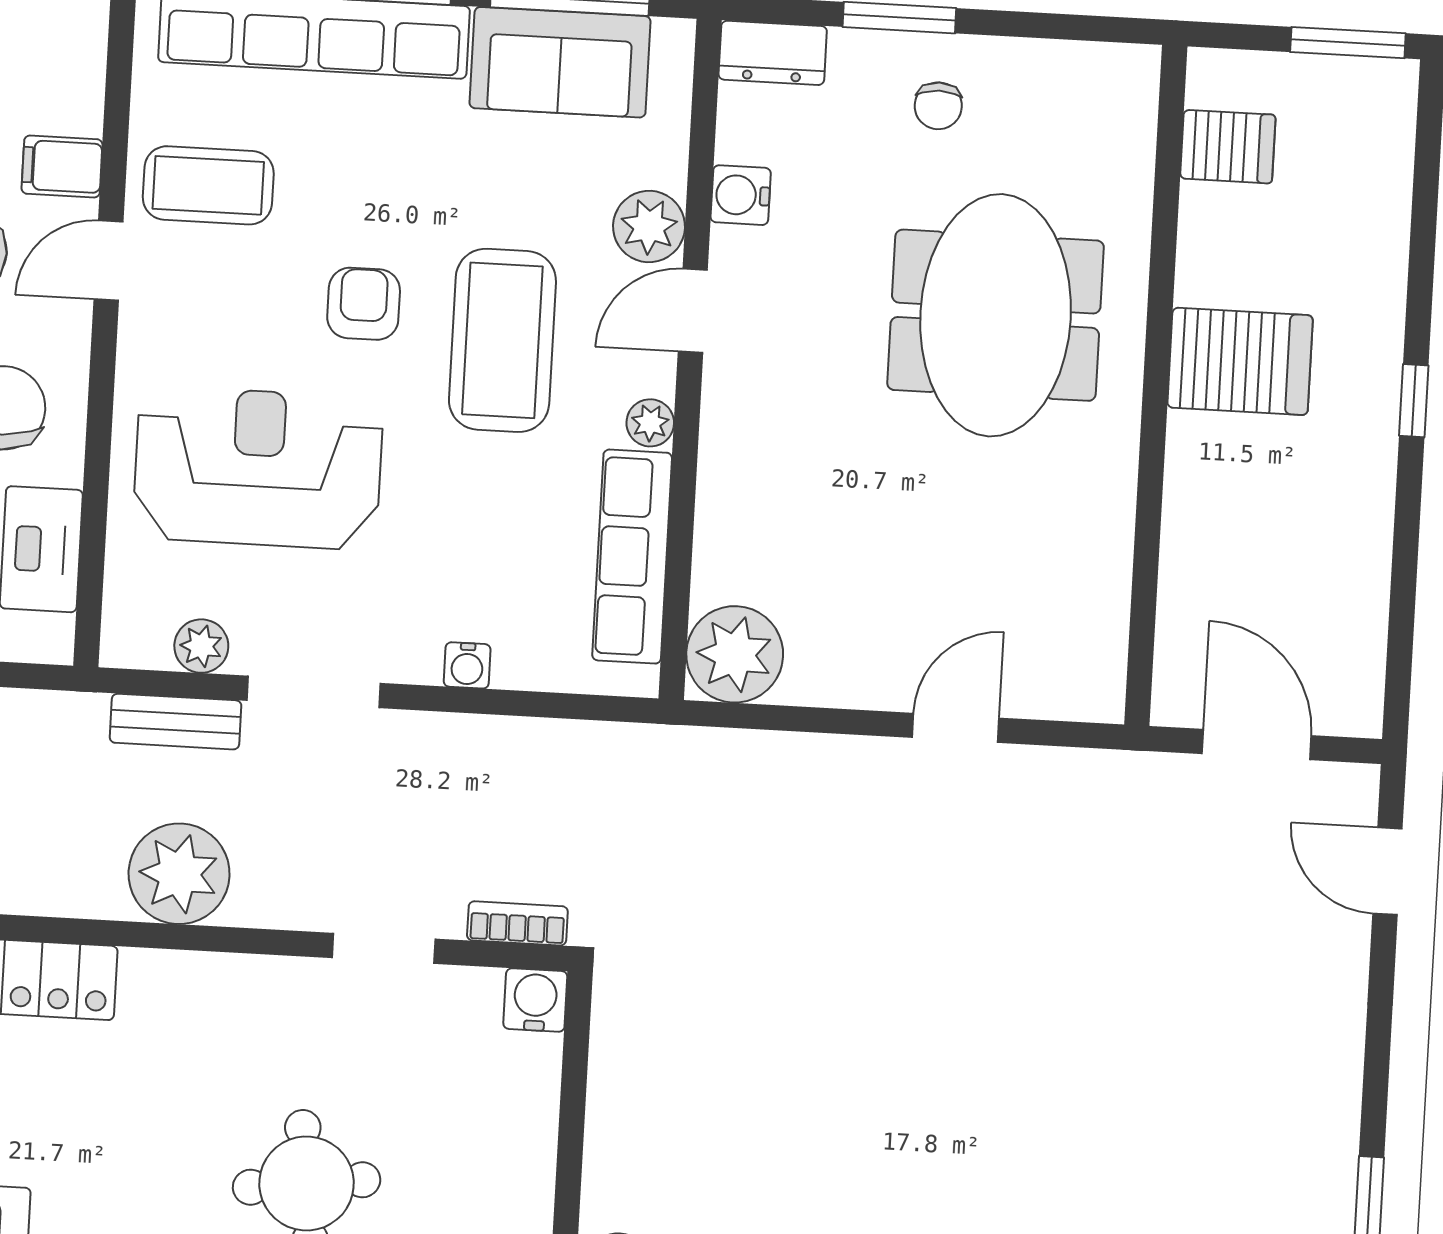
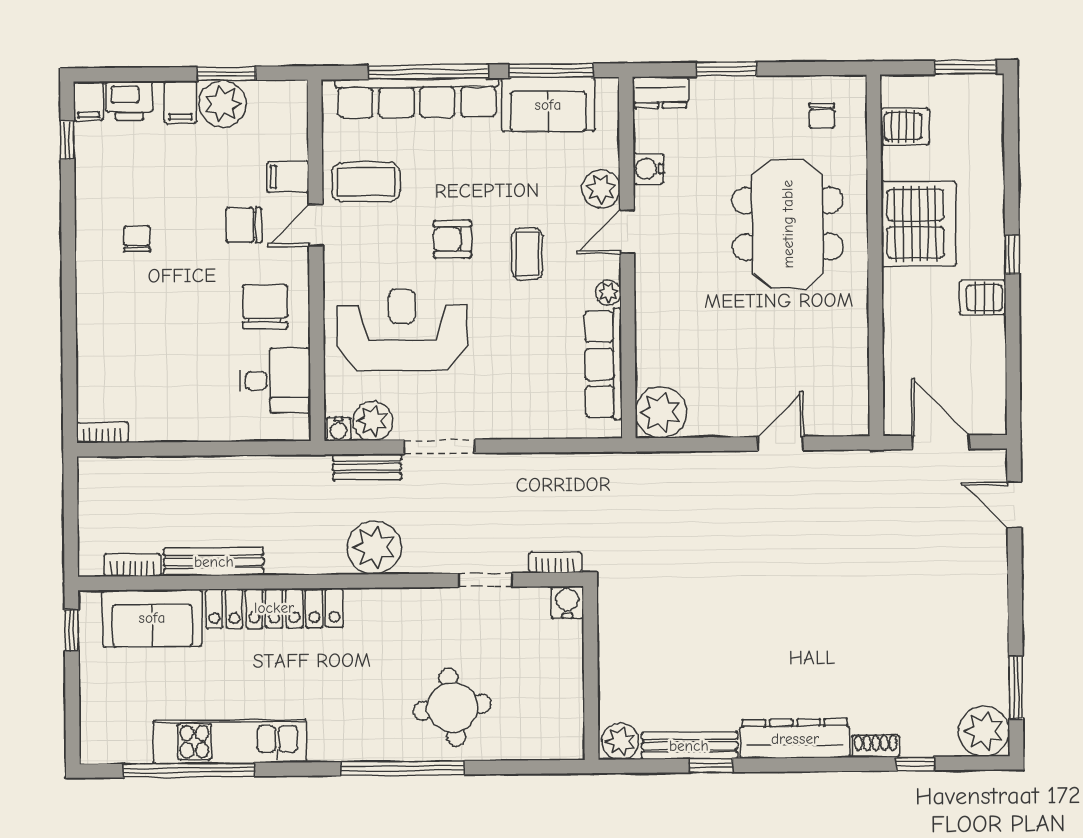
chair: (938, 106) -> (822, 116), moved
armchair: (364, 304) -> (452, 239), turned -90
coffee table: (502, 340) -> (527, 254), width x0.54, depth x0.58
server rack: (1240, 361) -> (919, 224), width x1.60
server rack: (1353, 478) -> (983, 298), added
plant: (201, 646) -> (373, 421), width x1.38, depth x1.38
water cooler: (467, 665) -> (339, 429), moved

